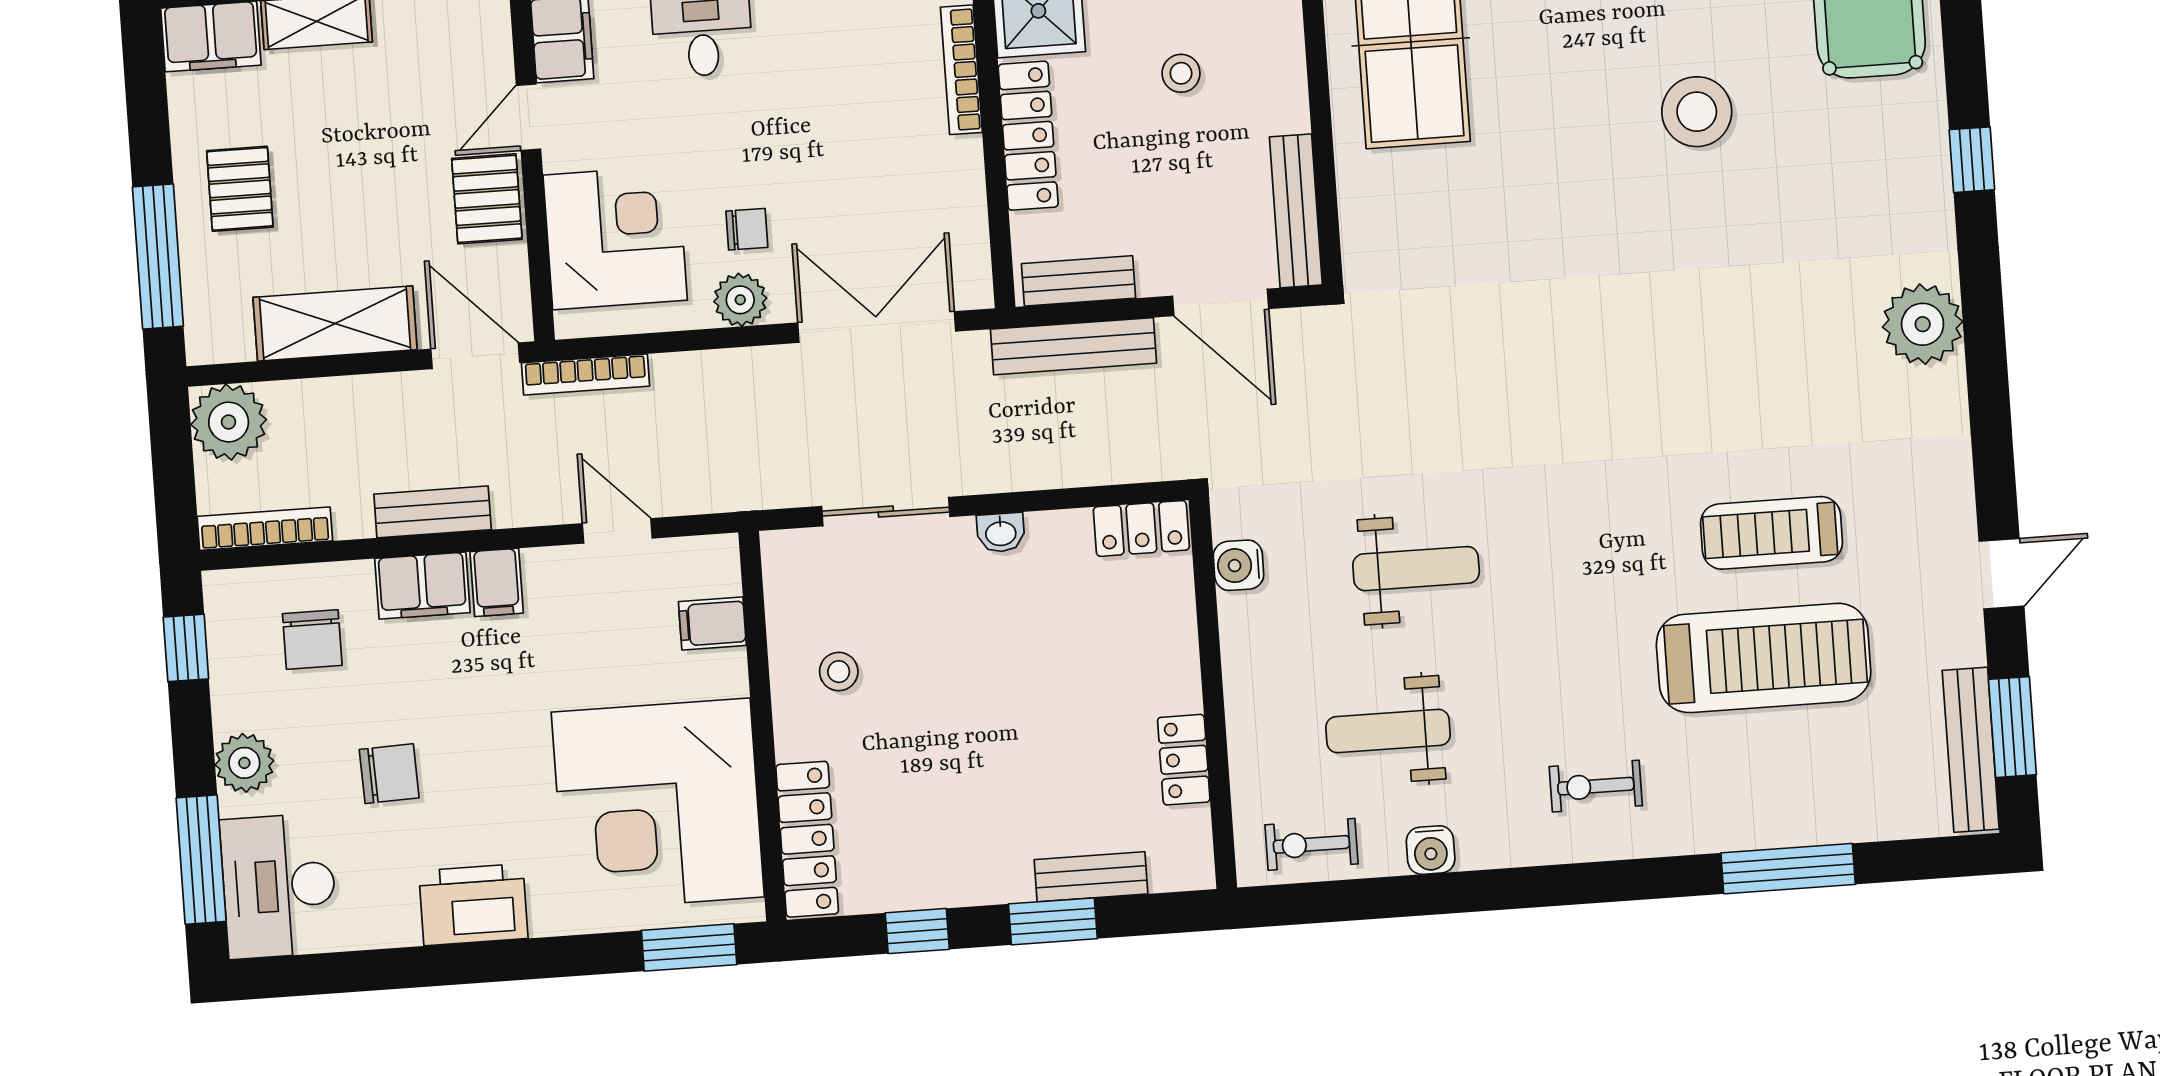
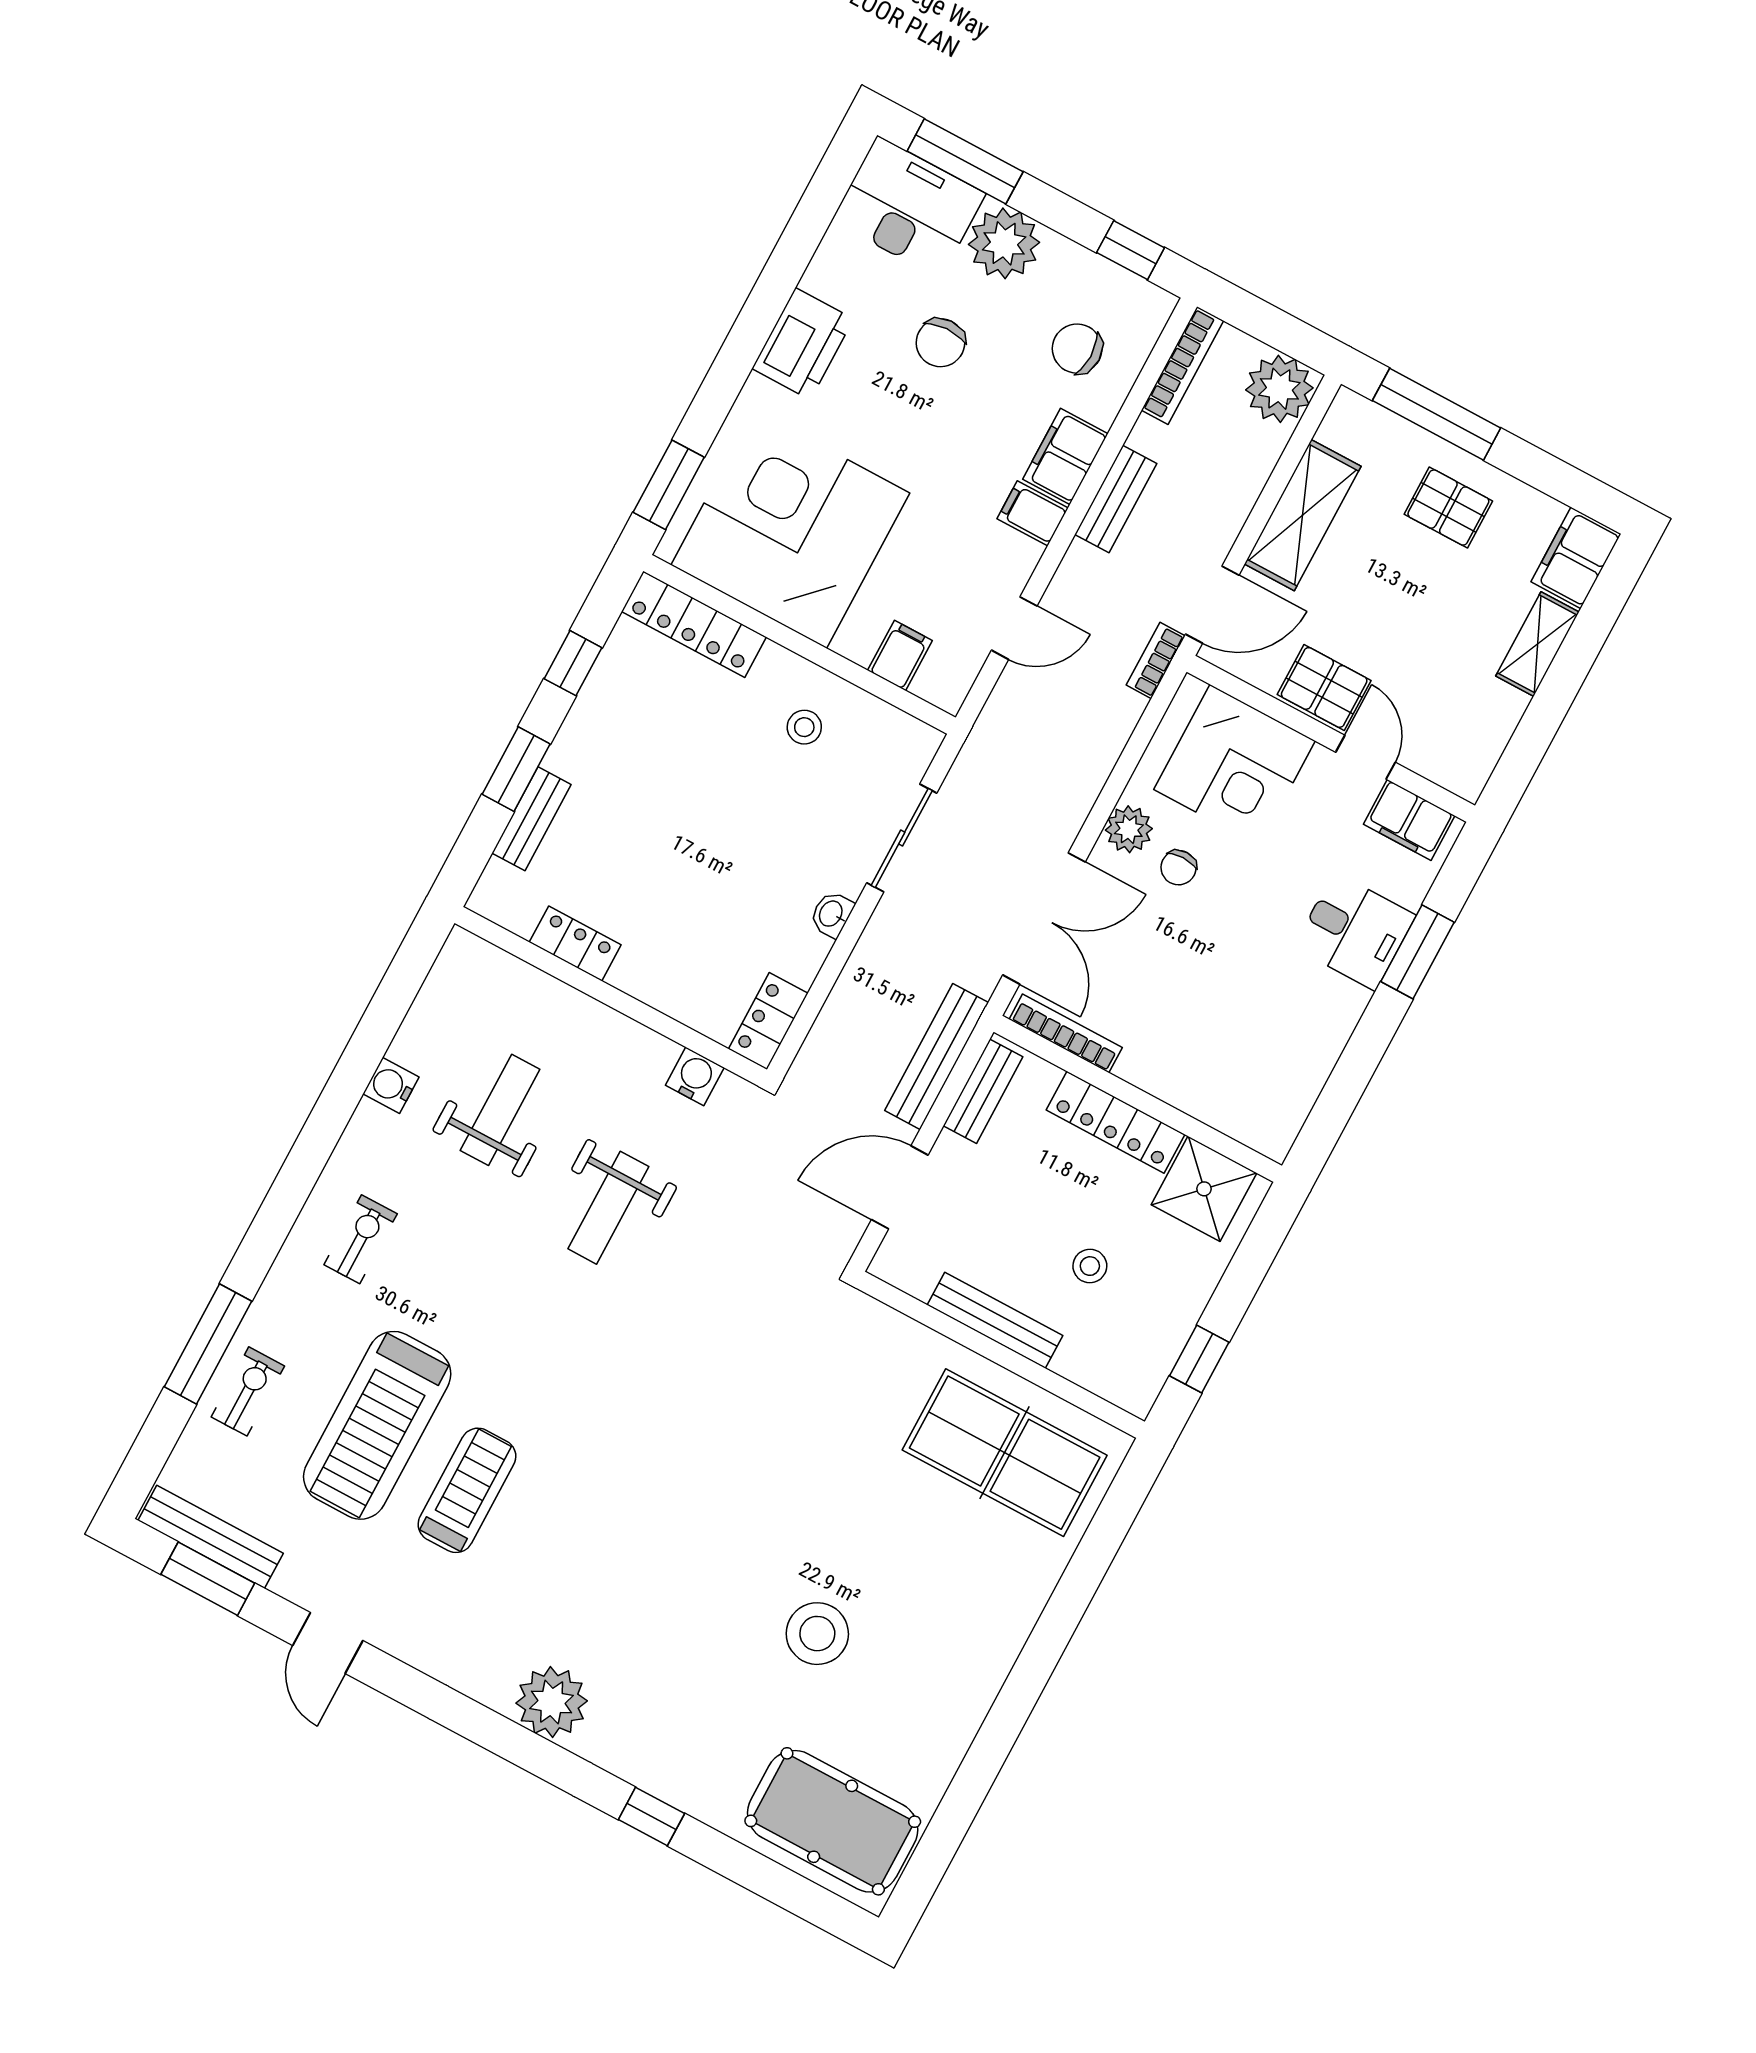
bookcase: (961, 70) -> (1066, 1033), moved
bench: (1296, 211) -> (995, 1320), moved
bookcase: (585, 374) -> (1156, 660), width x0.64
plant: (244, 763) -> (1004, 243), width x1.36, depth x1.36
exercise bike: (1311, 844) -> (248, 1391), moved

